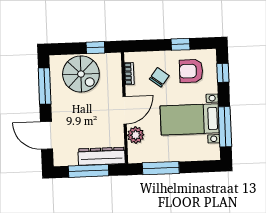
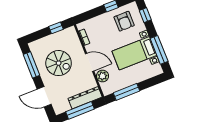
armchair: (191, 71) -> (124, 21), turned -90
spiral stairs: (81, 74) -> (59, 63), moved
chair: (159, 77) -> (105, 33), removed
door: (125, 110) -> (90, 62), hinge flipped

